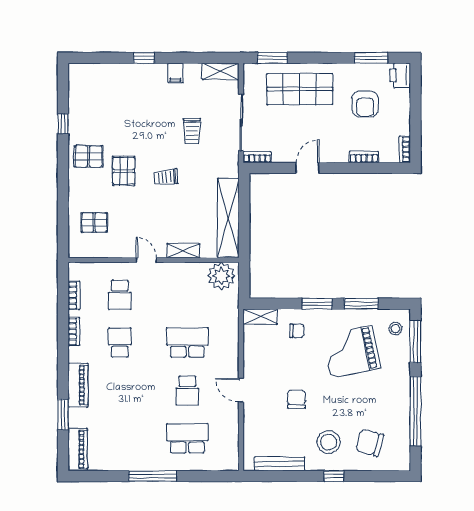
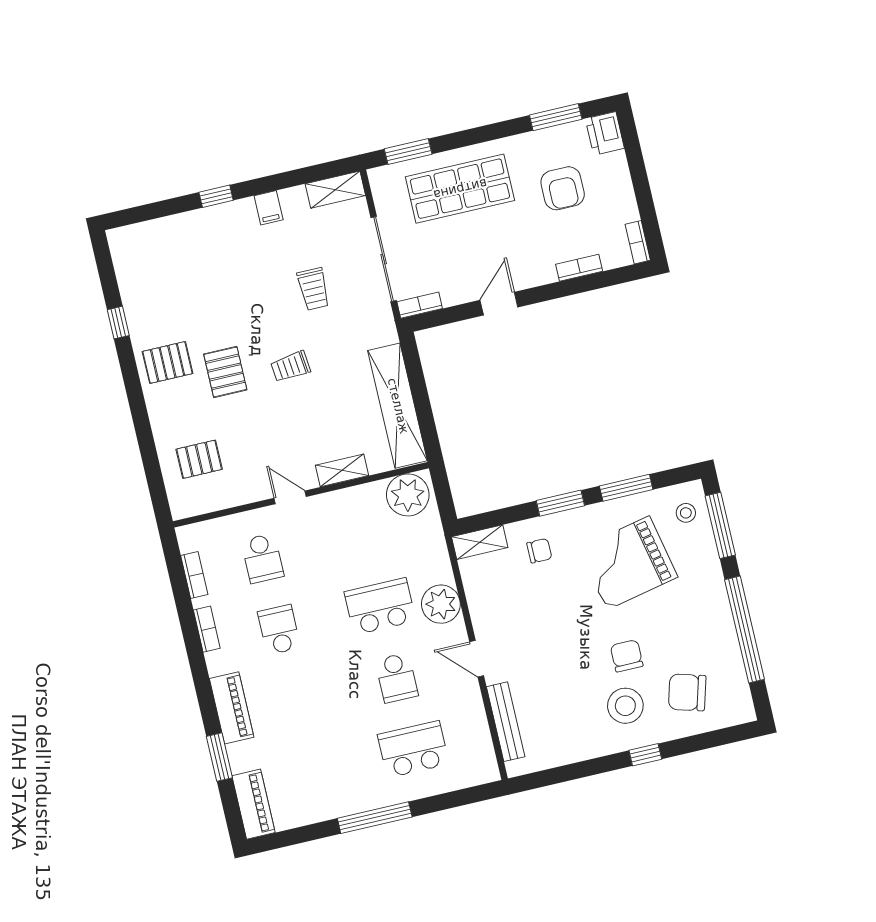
plant: (226, 350) -> (441, 604), added
chair: (296, 399) -> (627, 656), moved
bench: (280, 464) -> (506, 722), moved, turned 90

